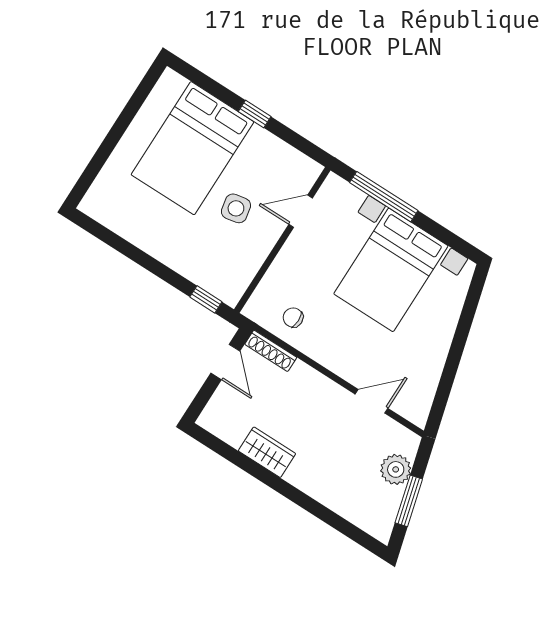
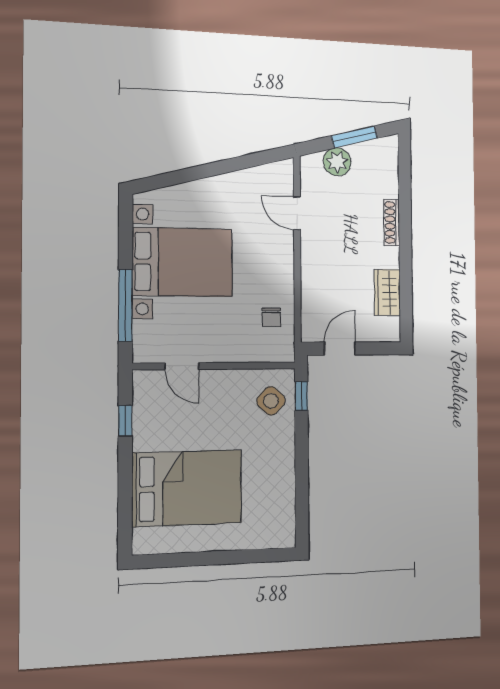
window: (255, 114) -> (125, 421), moved
side table: (236, 208) -> (271, 401), moved, turned -36
shoe rack: (271, 351) -> (392, 223), moved, turned 180
wardrobe: (267, 452) -> (387, 292), moved

